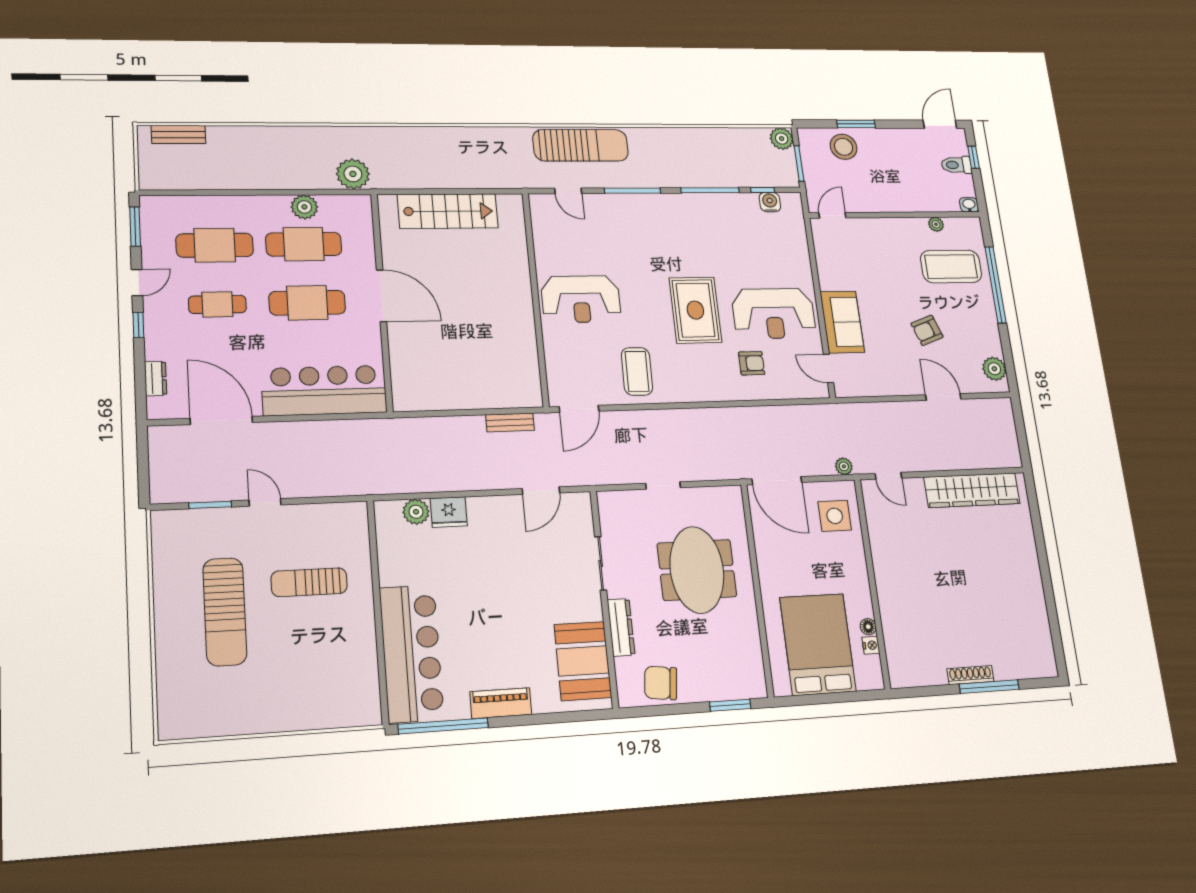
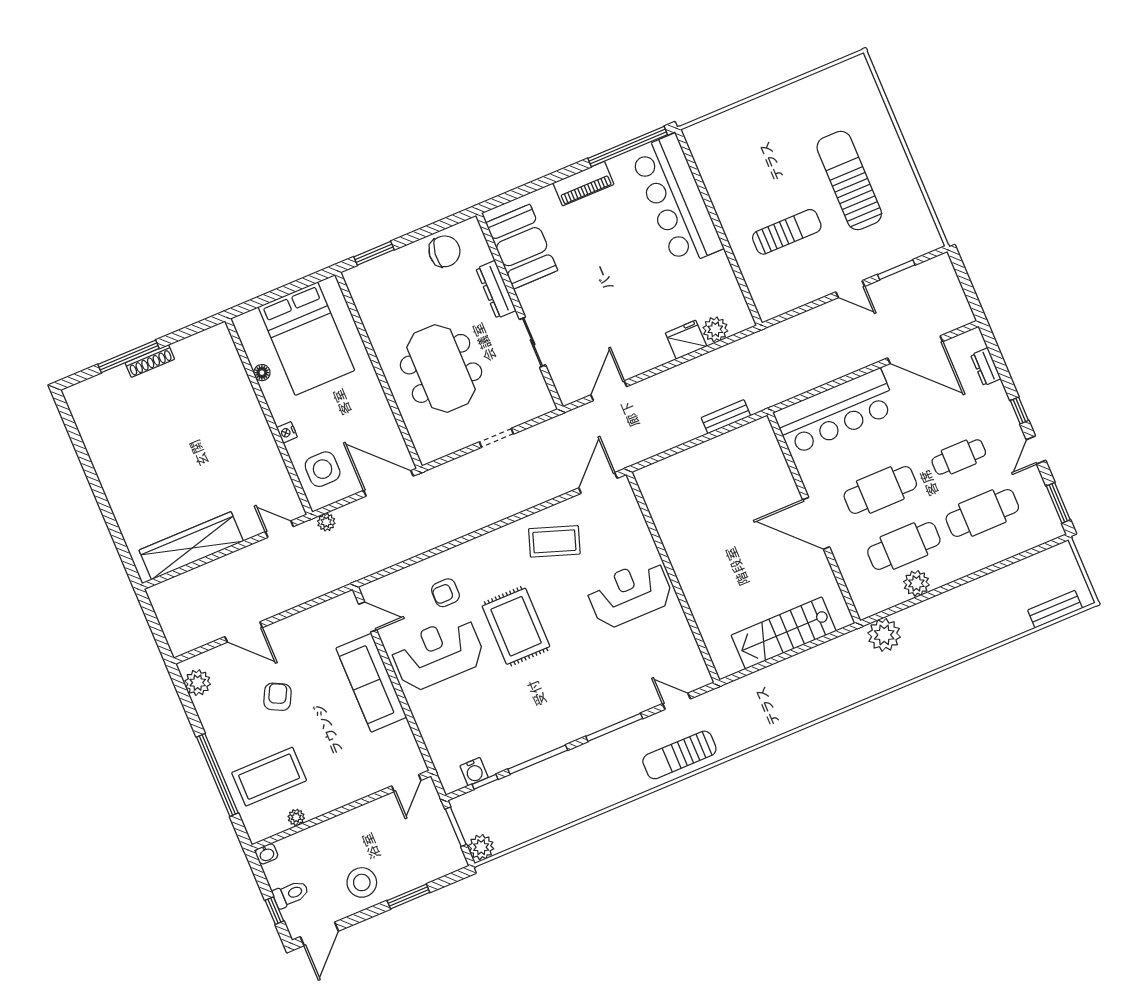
sun lounger: (581, 145) -> (679, 755), width x0.73, depth x0.75
stool: (844, 147) -> (362, 882), moved
sofa: (842, 322) -> (371, 683), width x1.36
armchair: (927, 330) -> (277, 697), turned -43
coffee table: (637, 371) -> (554, 541), turned -72
bench: (510, 423) -> (726, 417), moved
nightstand: (871, 645) -> (287, 432), moved

